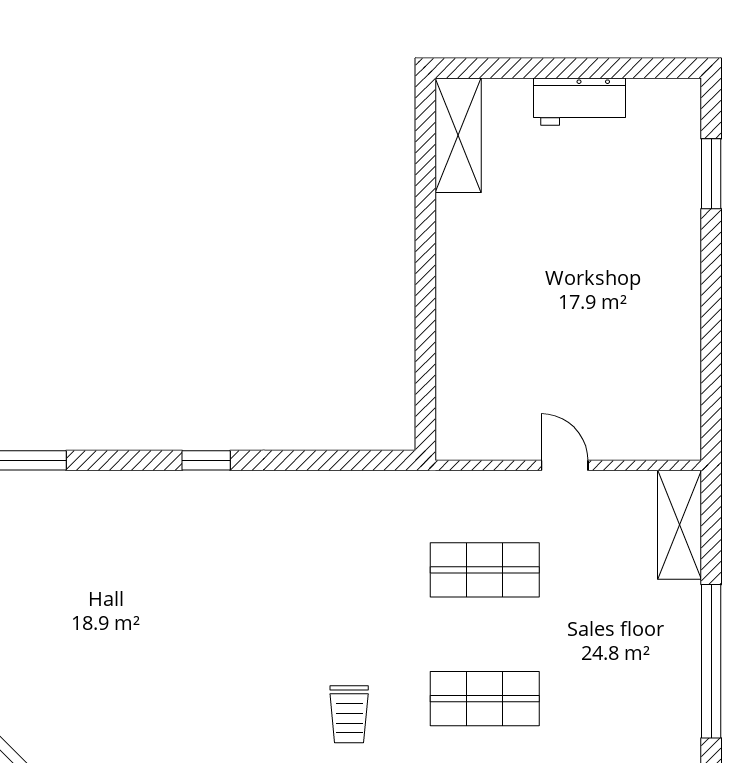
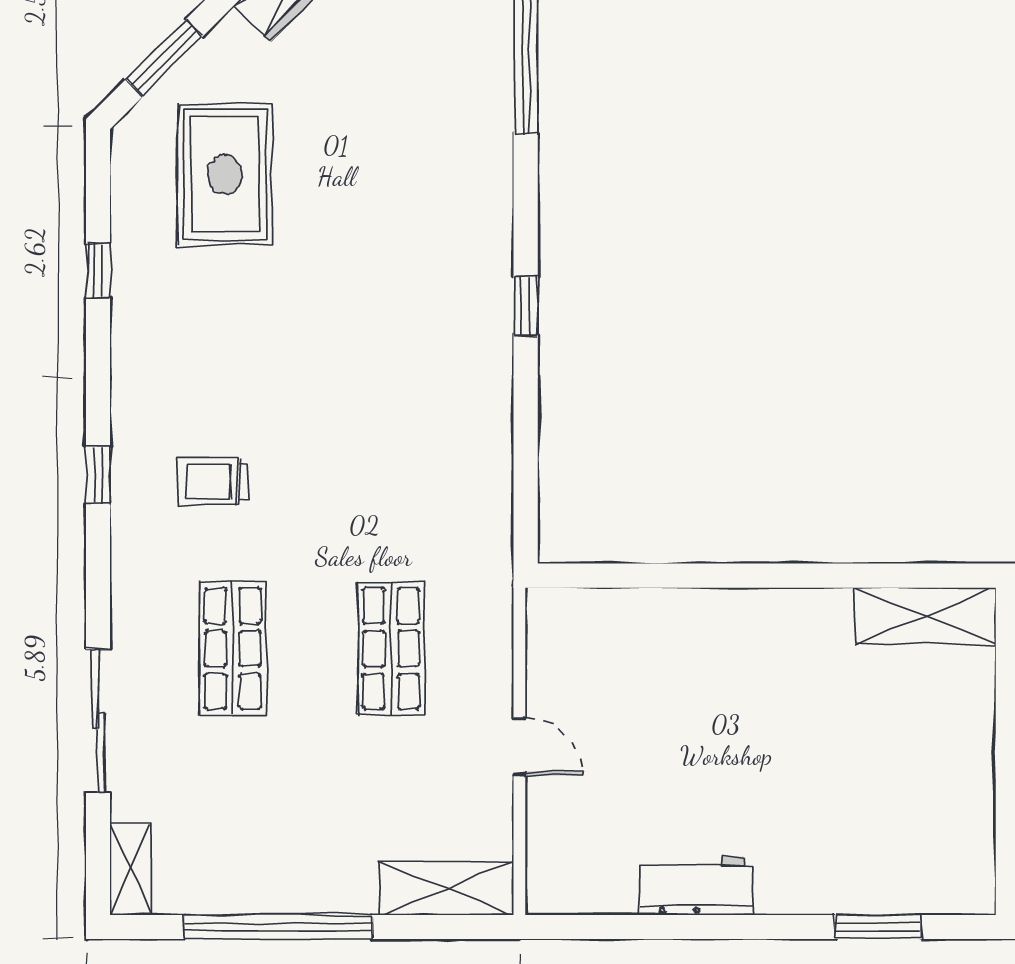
workbench: (579, 102) -> (697, 886), moved, turned 90
door: (565, 465) -> (519, 747), hinge flipped
rug: (99, 705) -> (225, 175), added

